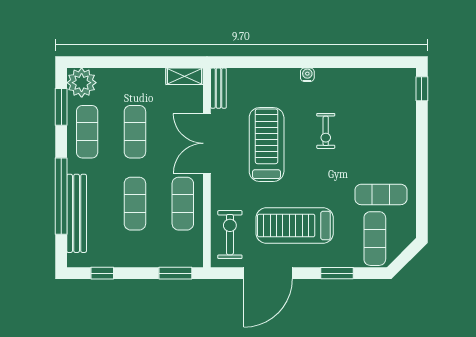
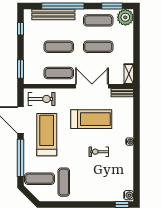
water cooler: (405, 77) -> (129, 195), added
window: (337, 273) -> (20, 158), width x2.11

